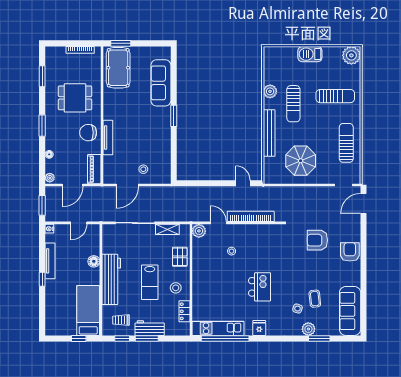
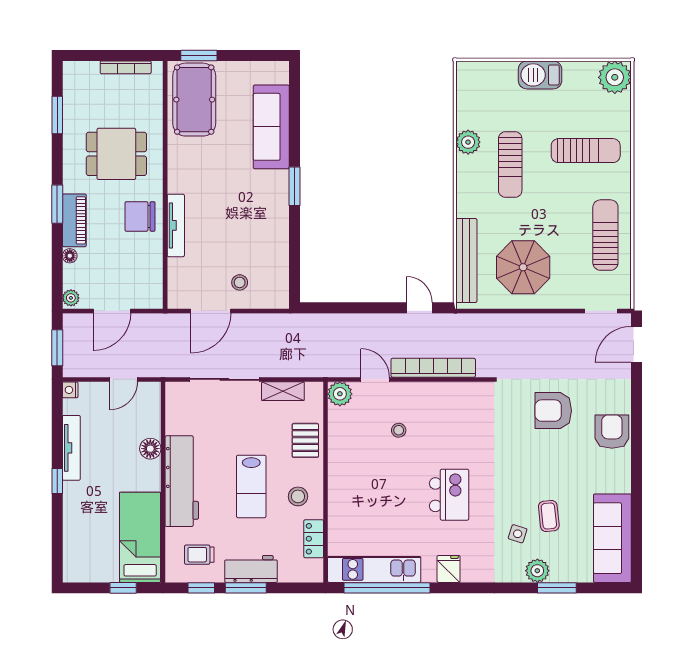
bench: (269, 133) -> (466, 261), moved
piano: (94, 169) -> (74, 220), moved, turned 180

